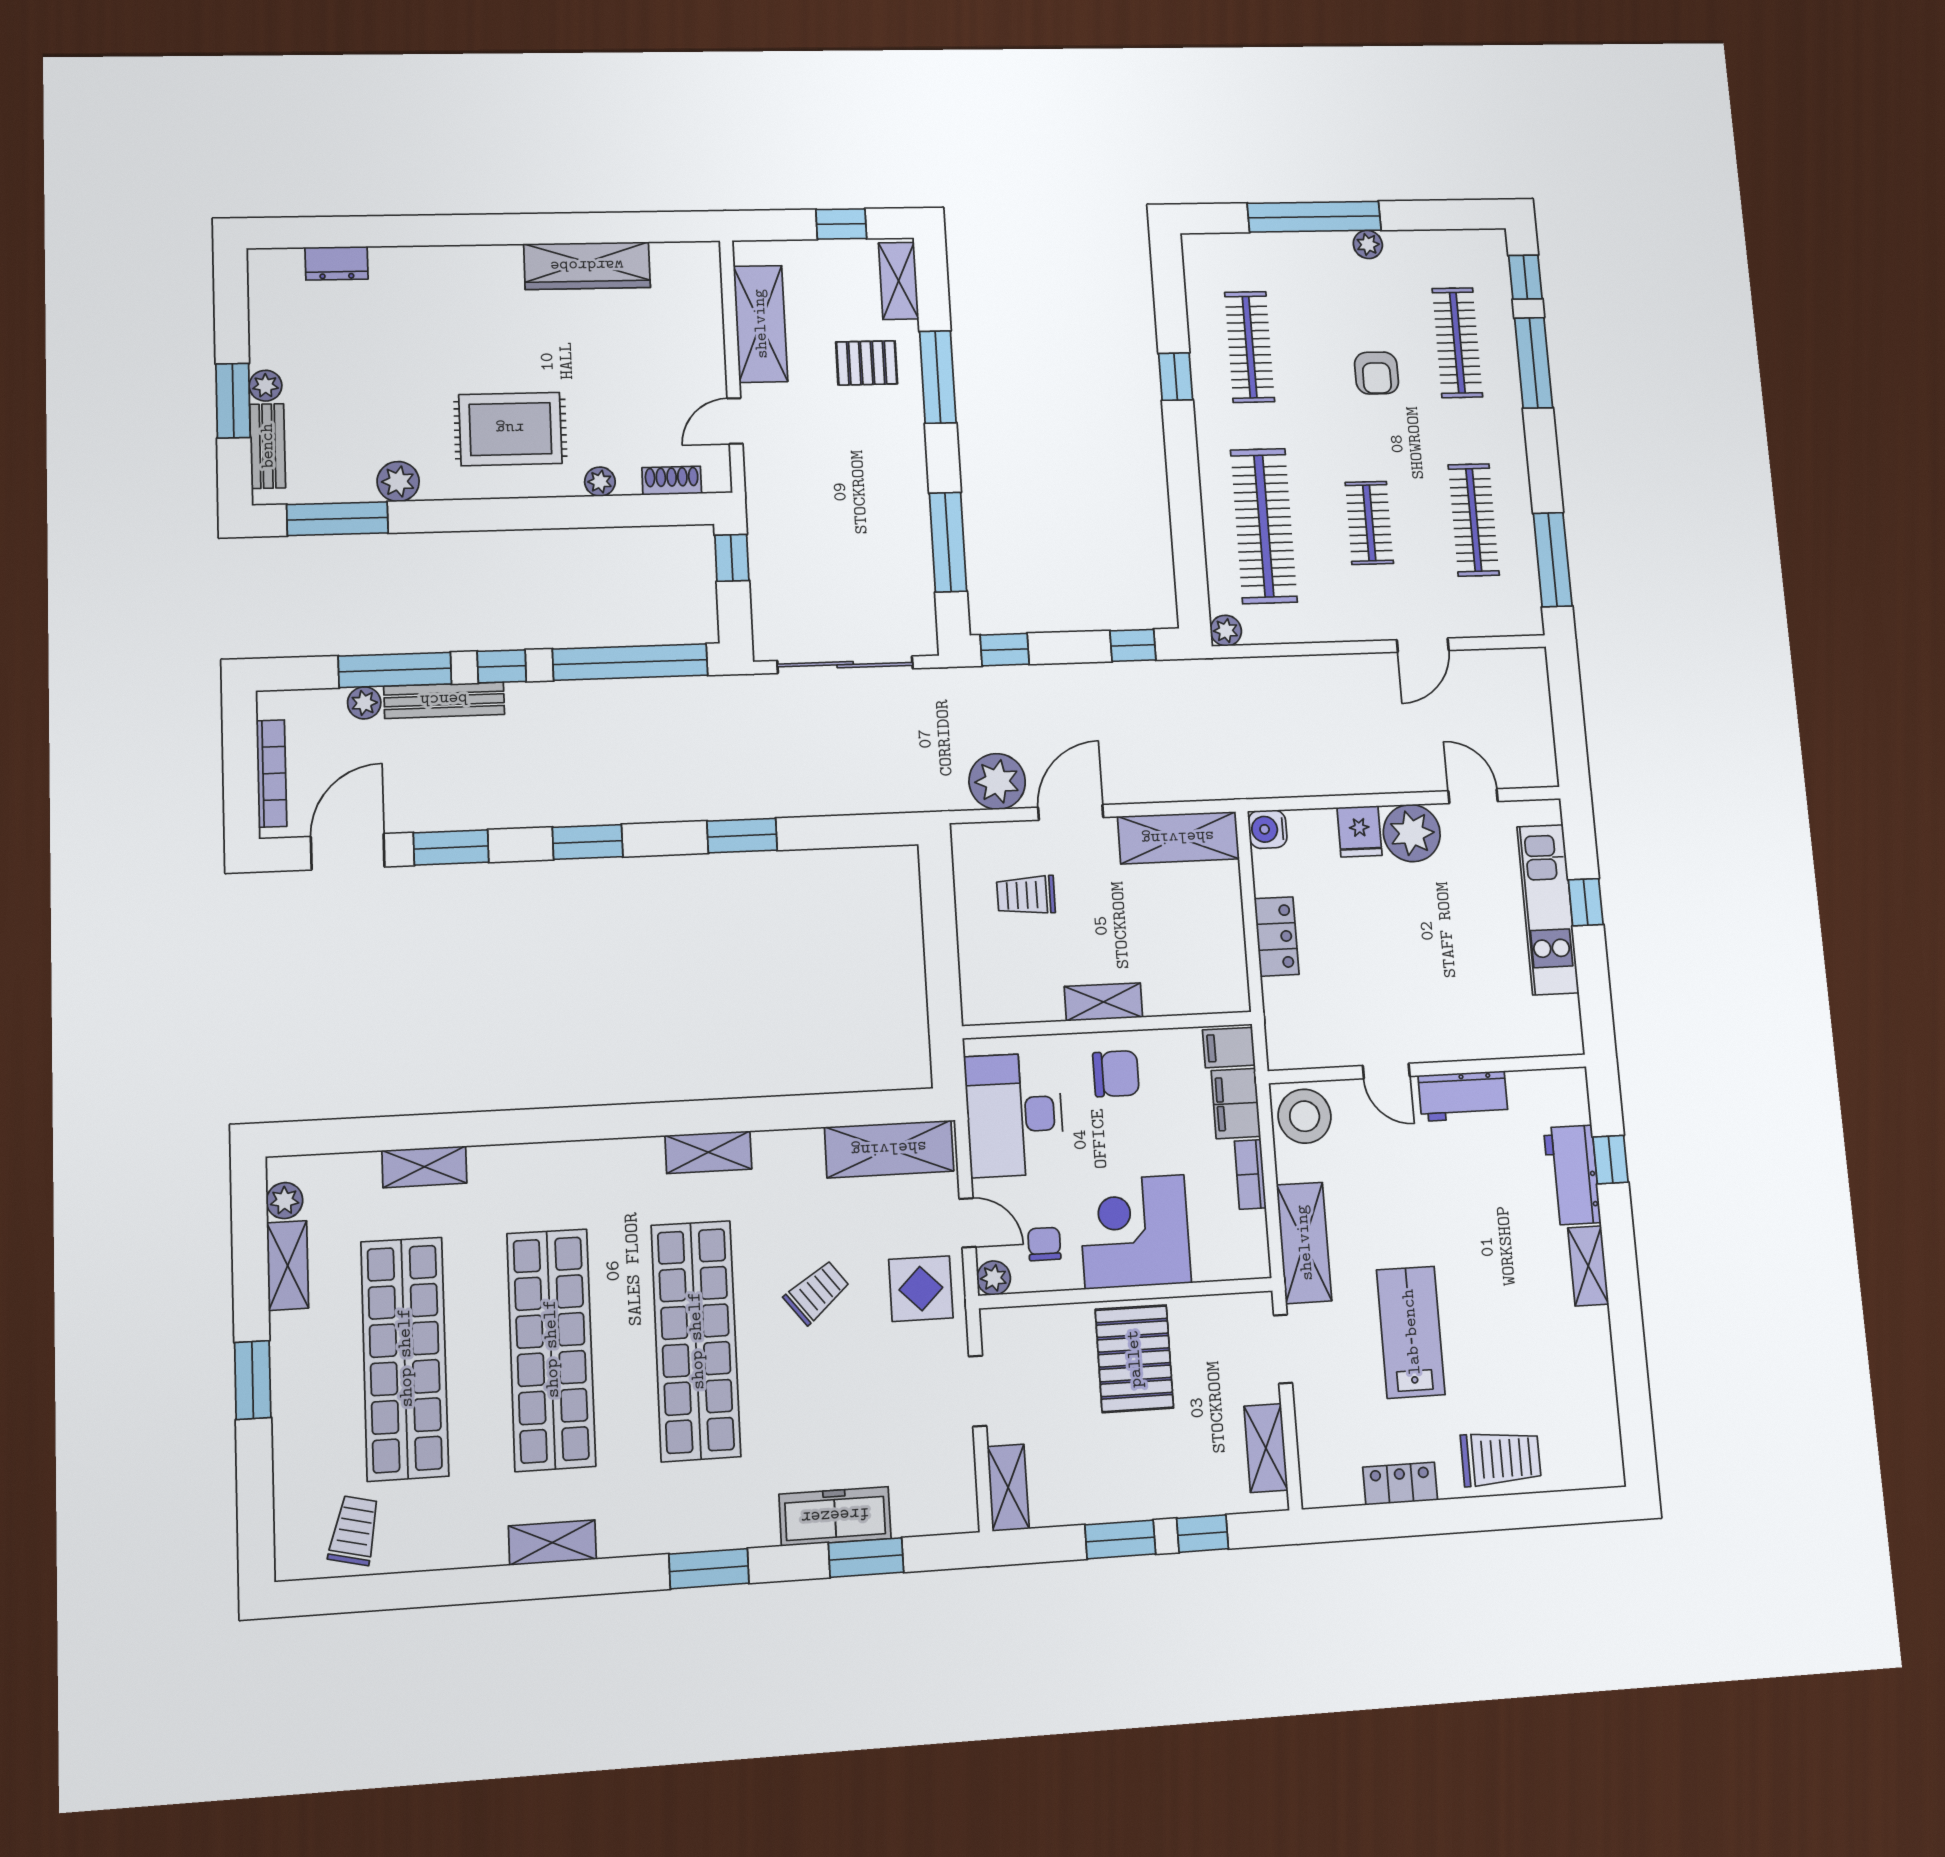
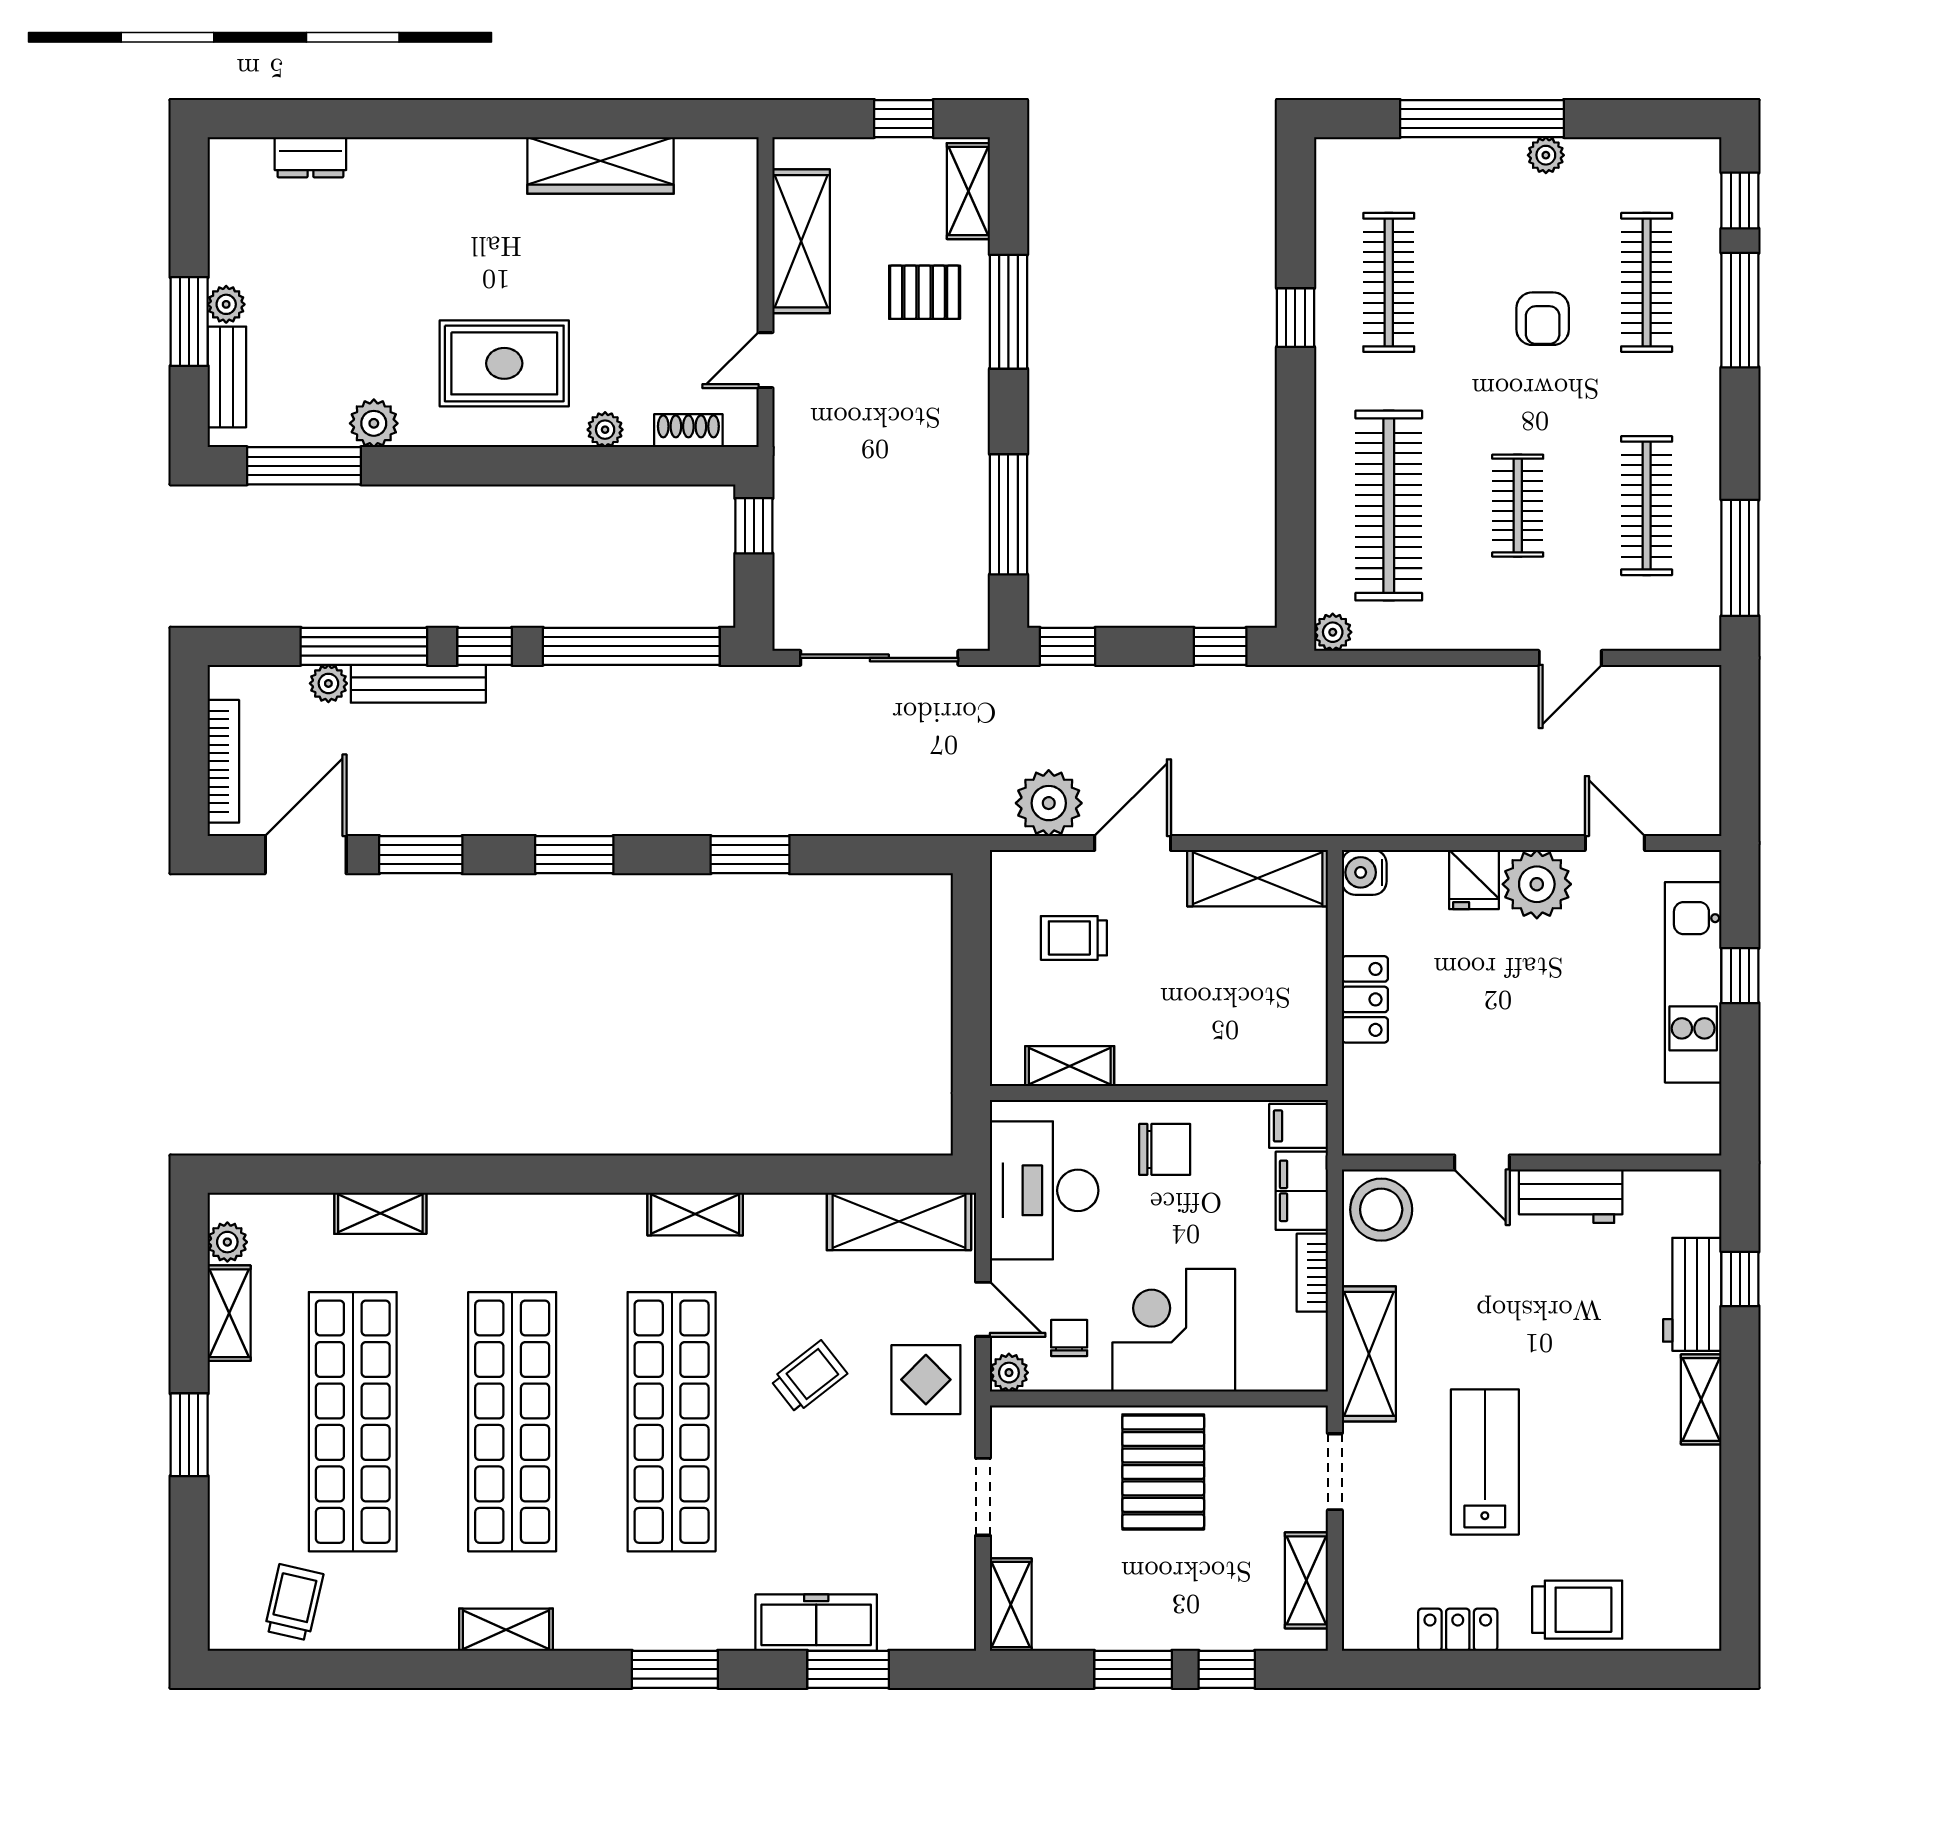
shelving: (1103, 1002) -> (1070, 1066), moved

